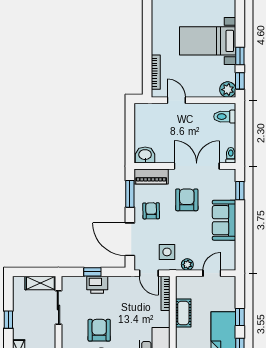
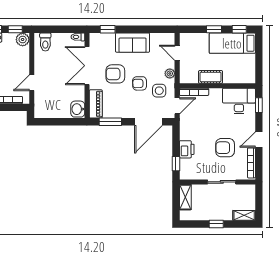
armchair: (151, 211) -> (140, 83), moved
window: (92, 272) -> (176, 164), moved
sliding door: (58, 307) -> (222, 182), moved

